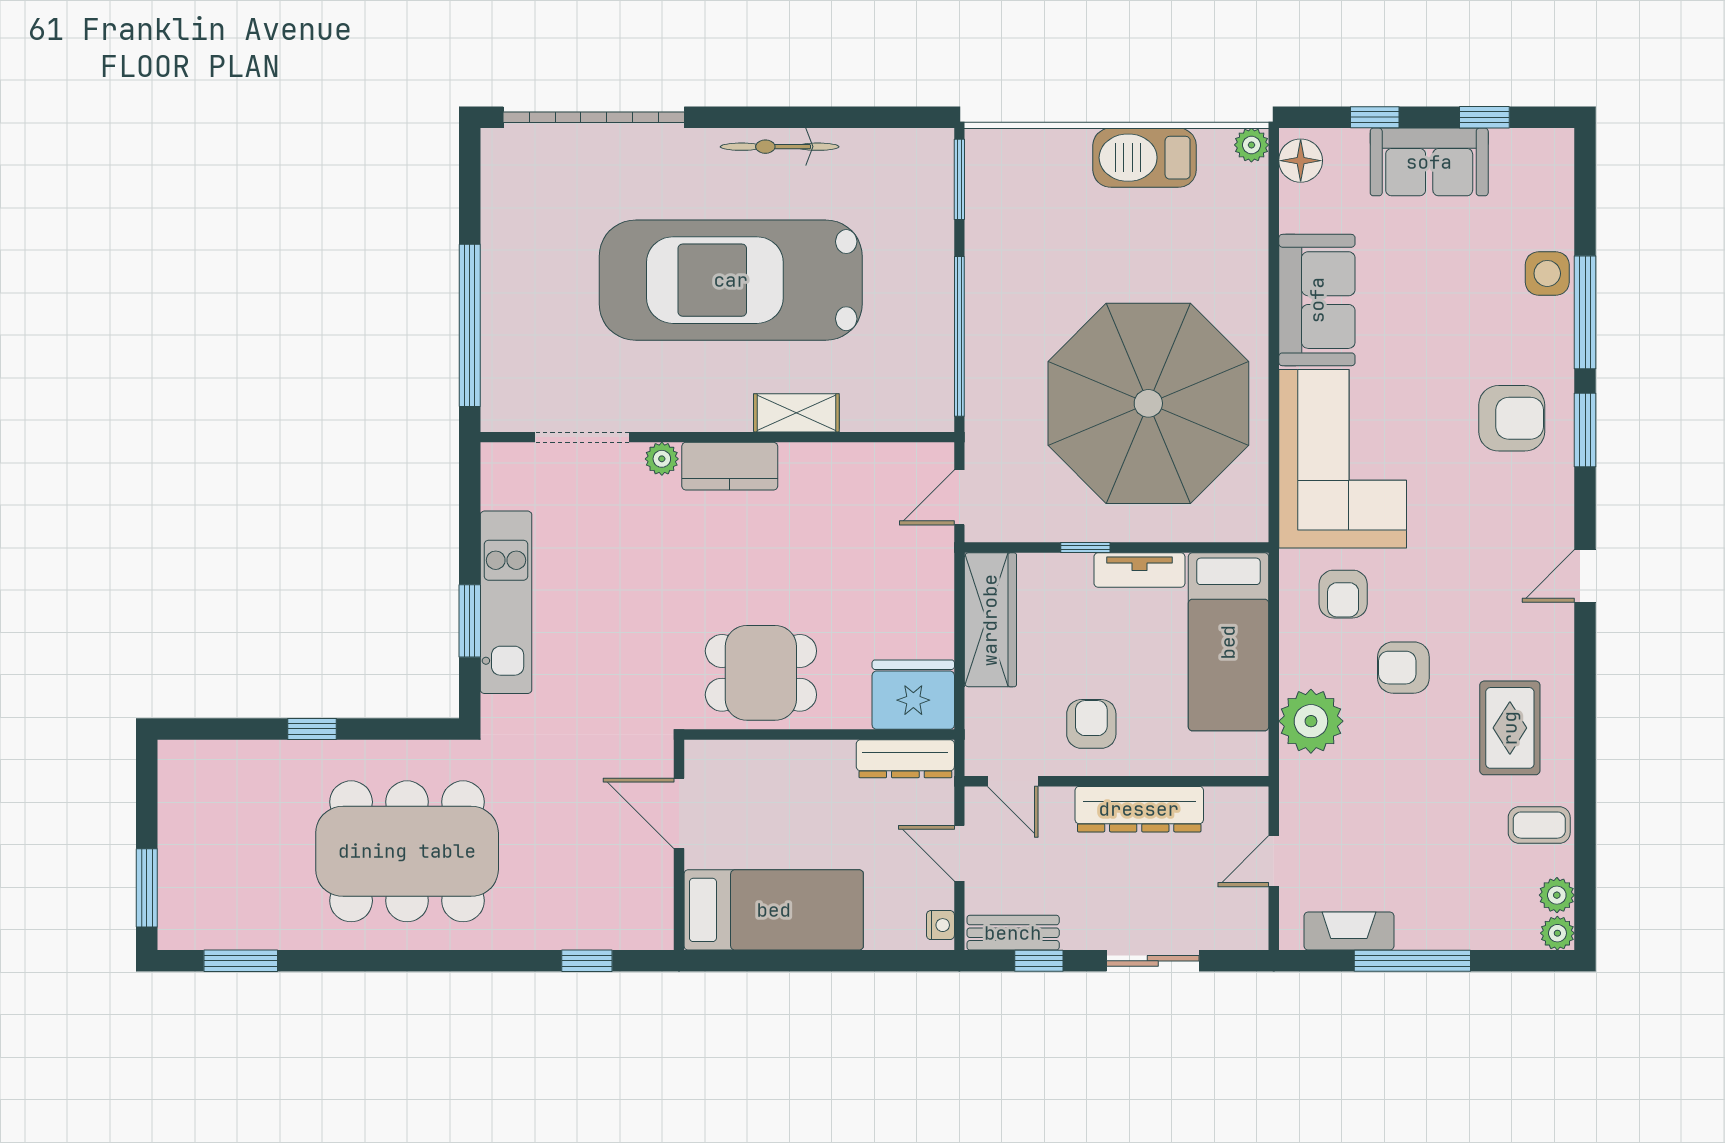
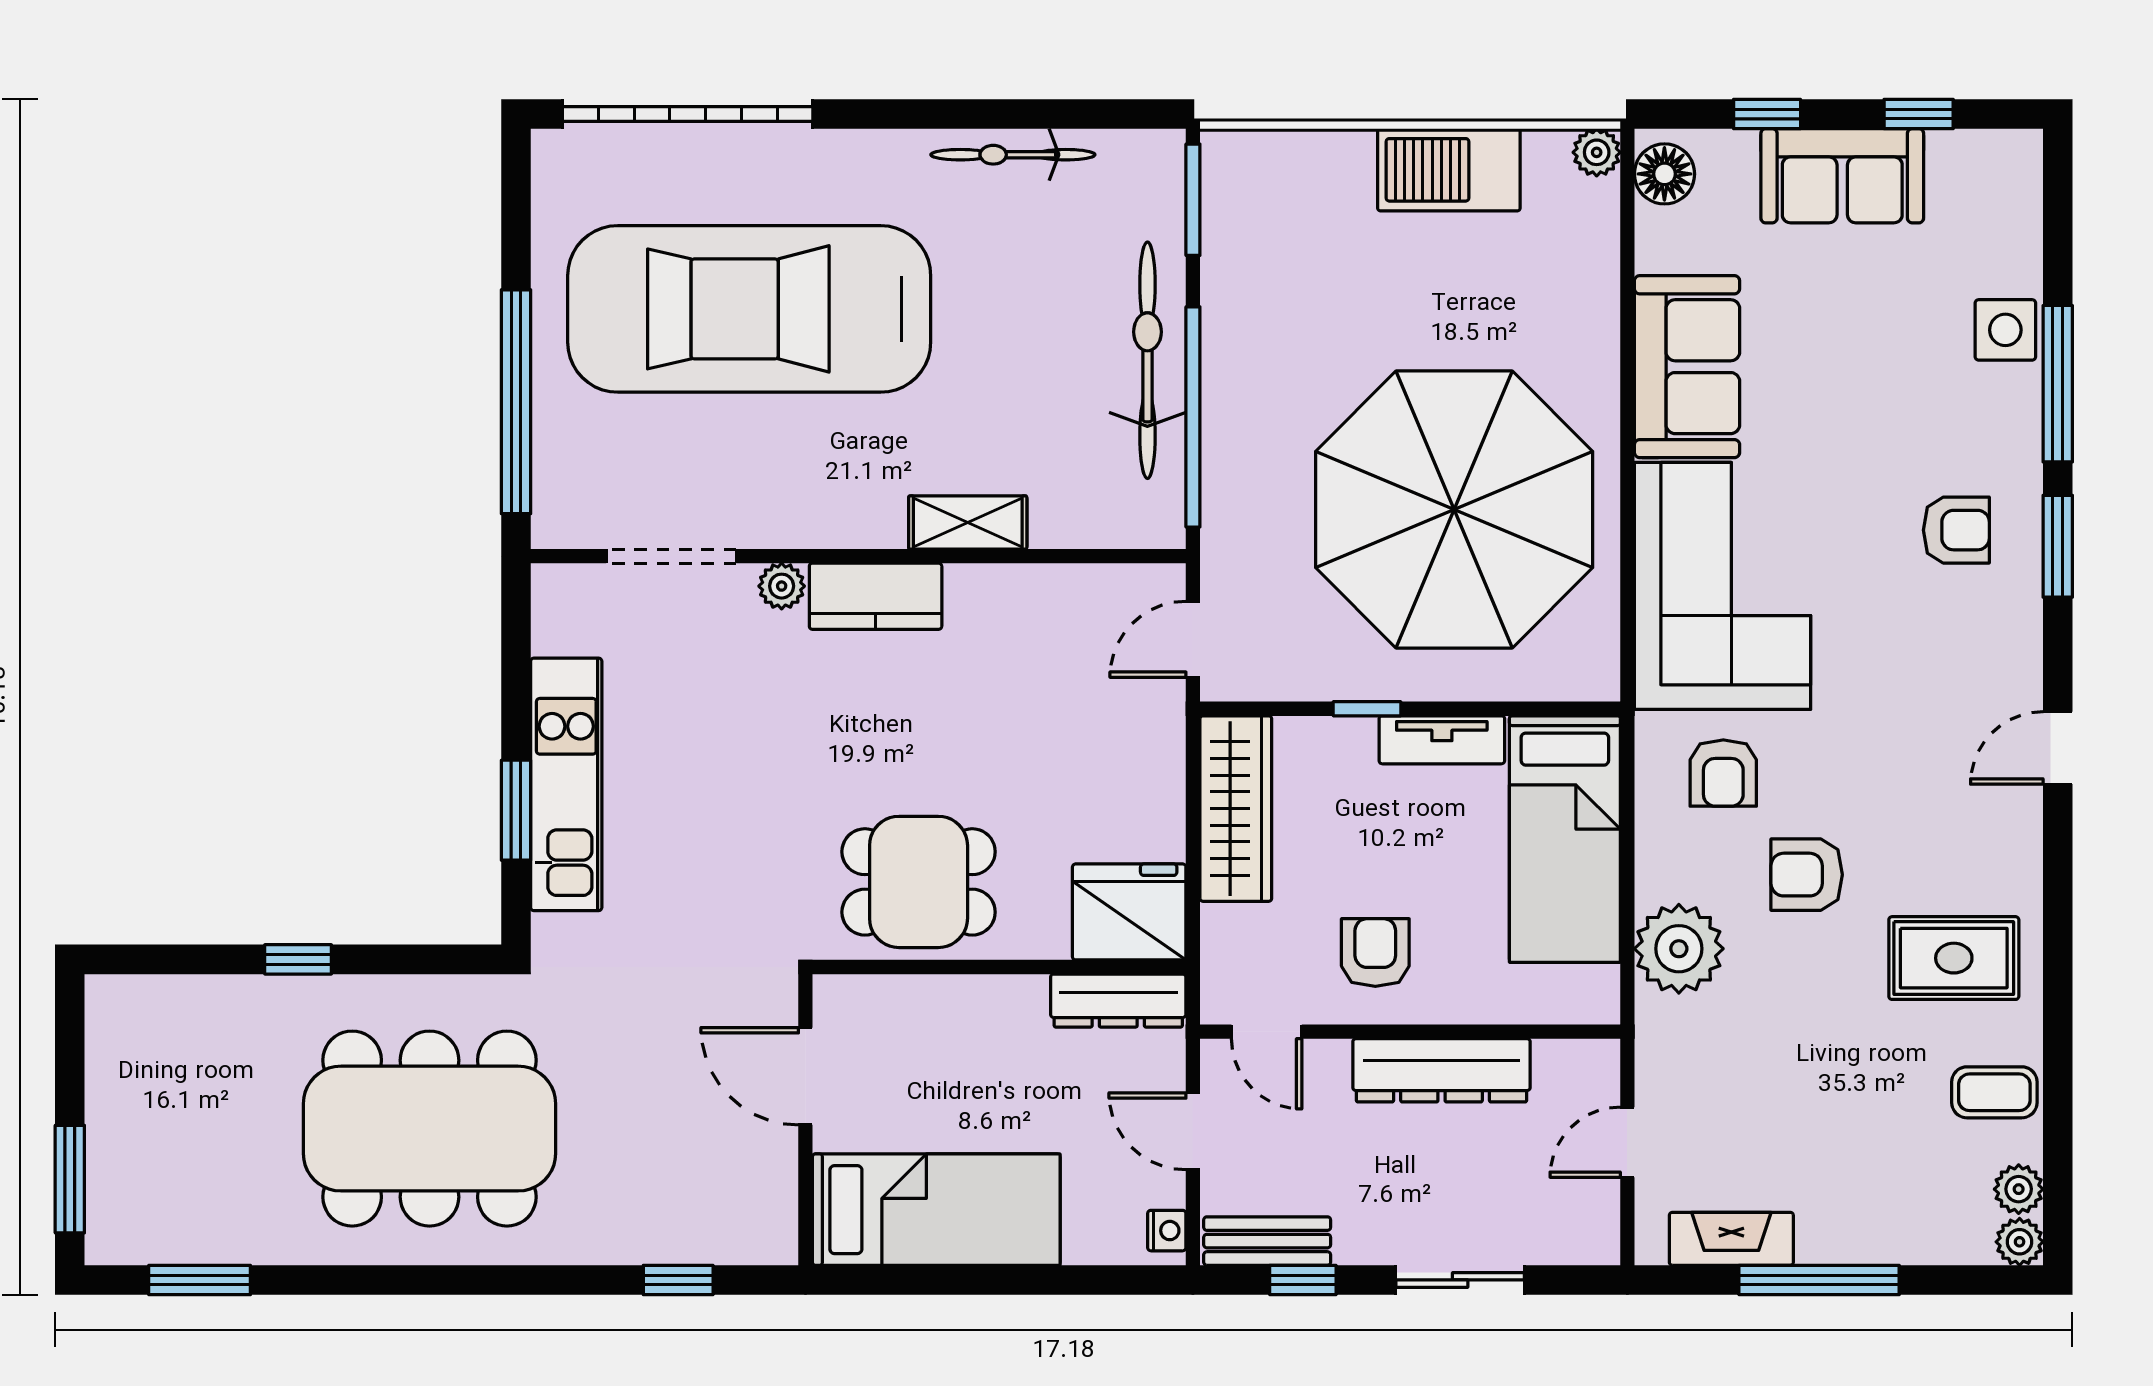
bicycle: (780, 147) -> (1013, 155), moved
car: (731, 280) -> (749, 309), moved
bicycle: (927, 295) -> (1147, 360), added
armchair: (1512, 418) -> (1956, 530), width x0.72, depth x0.72
rug: (1510, 728) -> (1954, 958), turned 90

